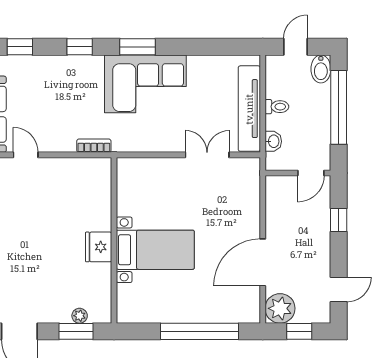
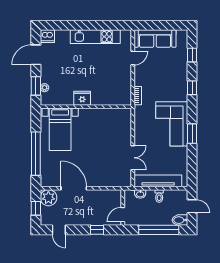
window: (137, 47) -> (192, 134), moved
door: (311, 173) -> (123, 215), hinge flipped
bed with nightstands: (155, 250) -> (60, 129), moved

